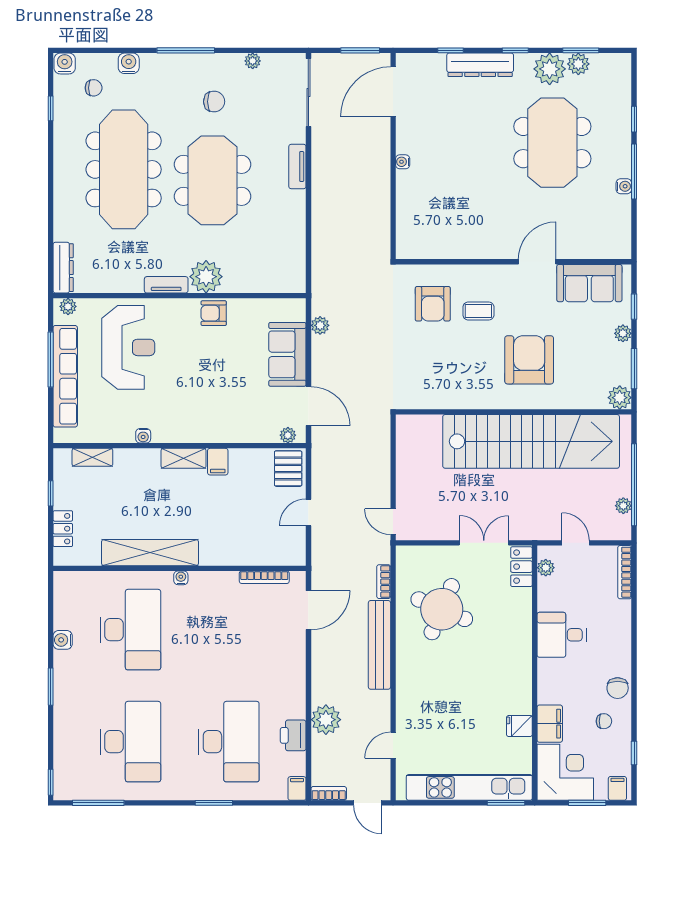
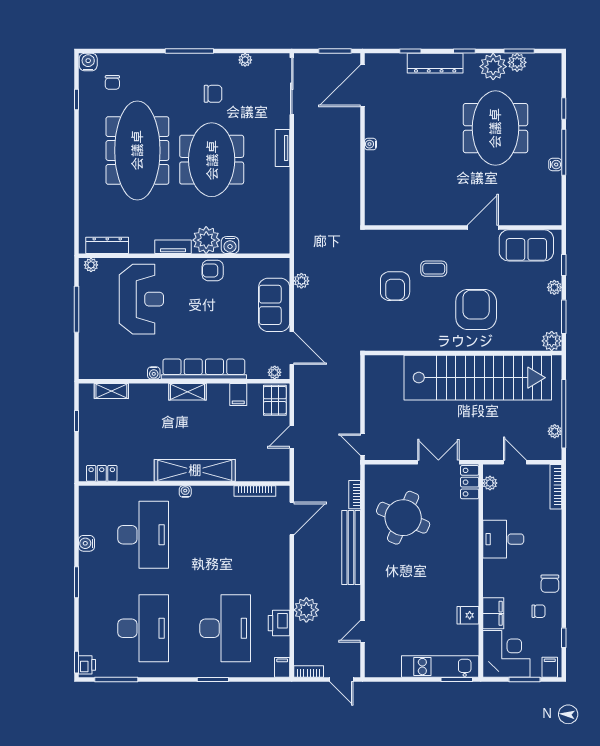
water cooler: (129, 63) -> (230, 245), moved, turned 180
chair: (94, 88) -> (112, 82), turned 90
dresser: (63, 268) -> (107, 245), moved, turned -90
armchair: (433, 304) -> (395, 286), moved
row of seats: (65, 376) -> (204, 369), moved, turned -90
filing cabinet: (218, 462) -> (238, 394), moved
locker: (63, 529) -> (102, 473), moved, turned -90
shelving: (150, 553) -> (195, 470), moved
printer: (63, 785) -> (87, 665), added
kitchen unit: (469, 787) -> (440, 667), width x0.73

